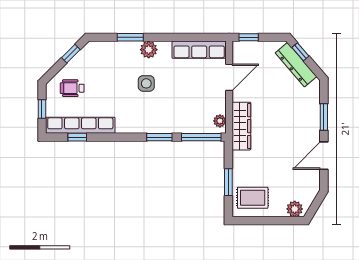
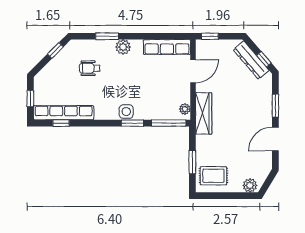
window: (300, 52) -> (264, 59), moved
side table: (146, 83) -> (126, 112), moved
wheelchair: (72, 88) -> (90, 68), moved

